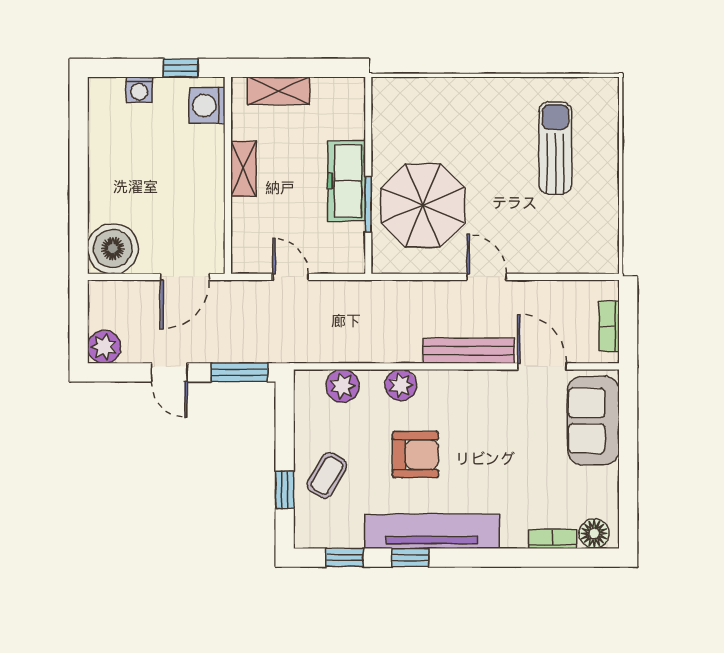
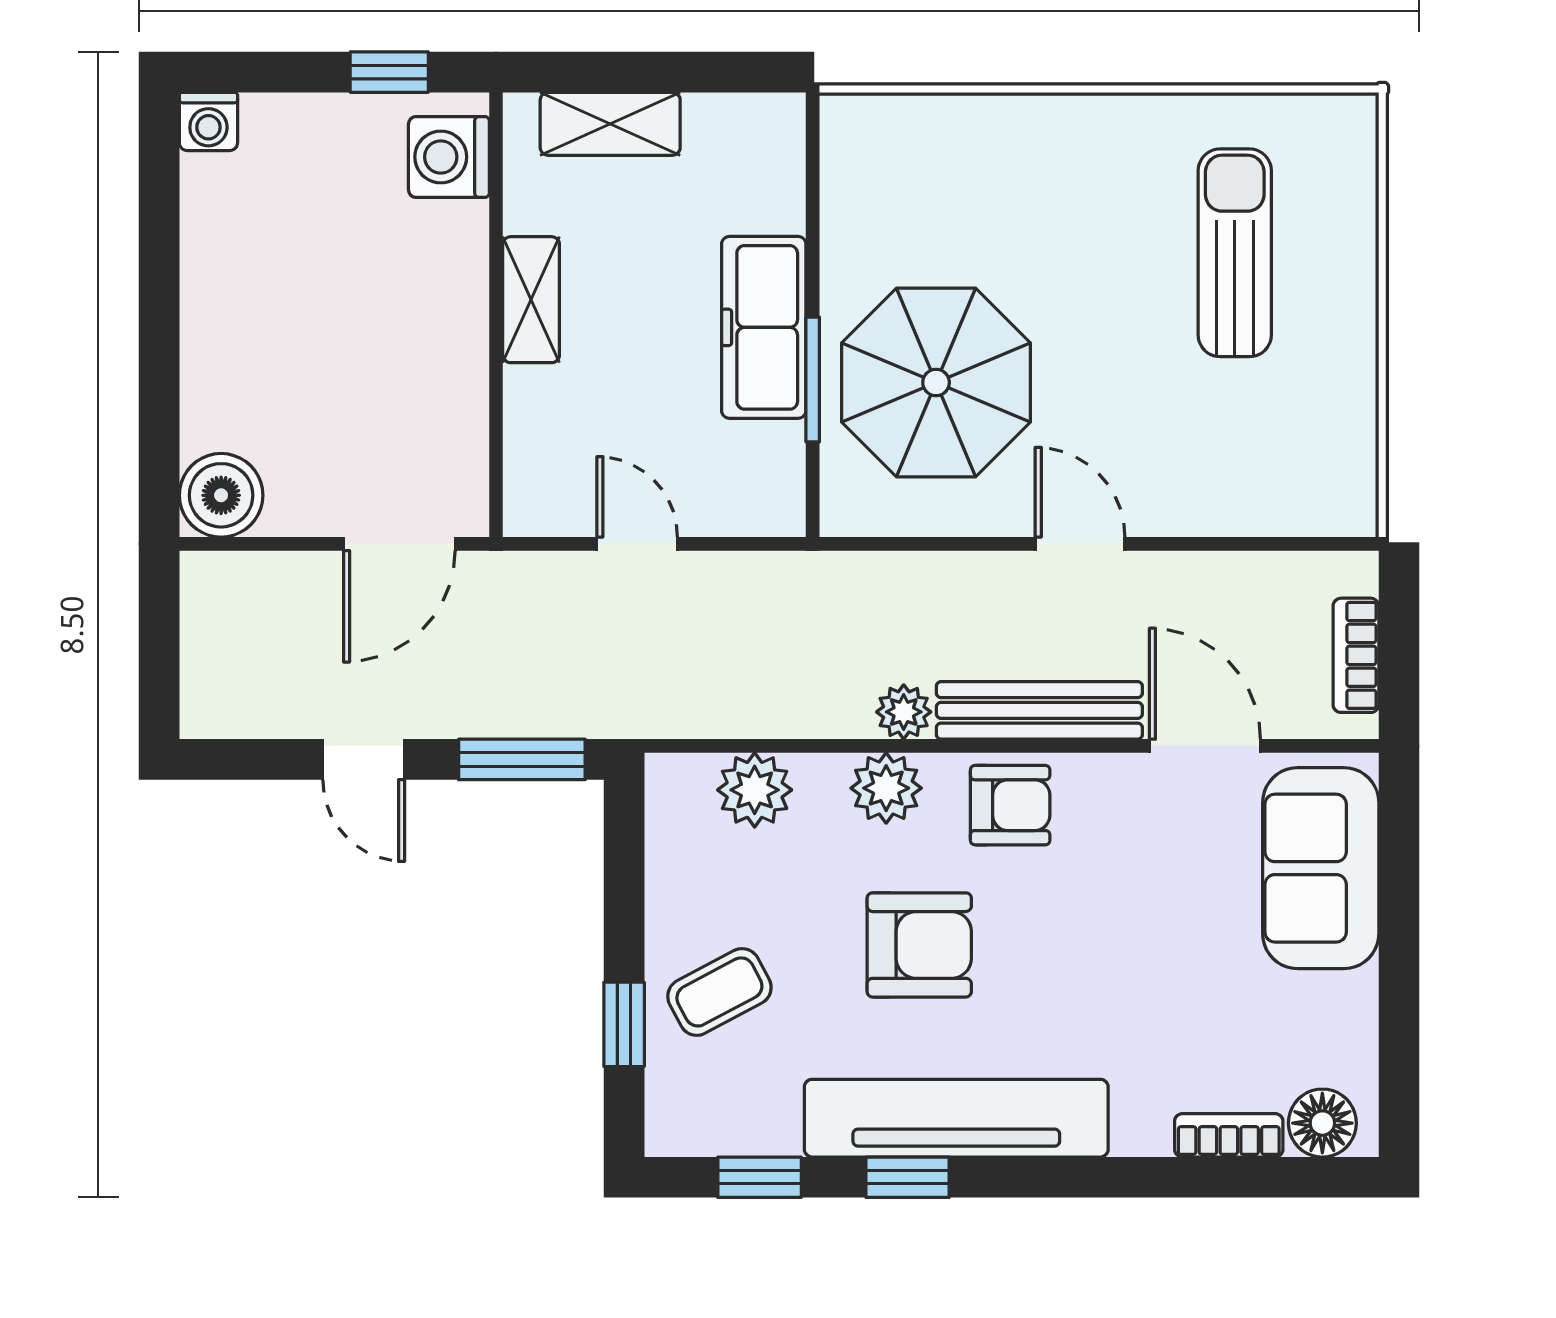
washing machine: (139, 90) -> (208, 121), moved
boiler: (113, 249) -> (221, 495), width x0.73, depth x0.73
plant: (104, 347) -> (904, 712), moved, width x0.73, depth x0.73
armchair: (456, 393) -> (1010, 805), added
coffee table: (327, 475) -> (719, 992), turned 32

